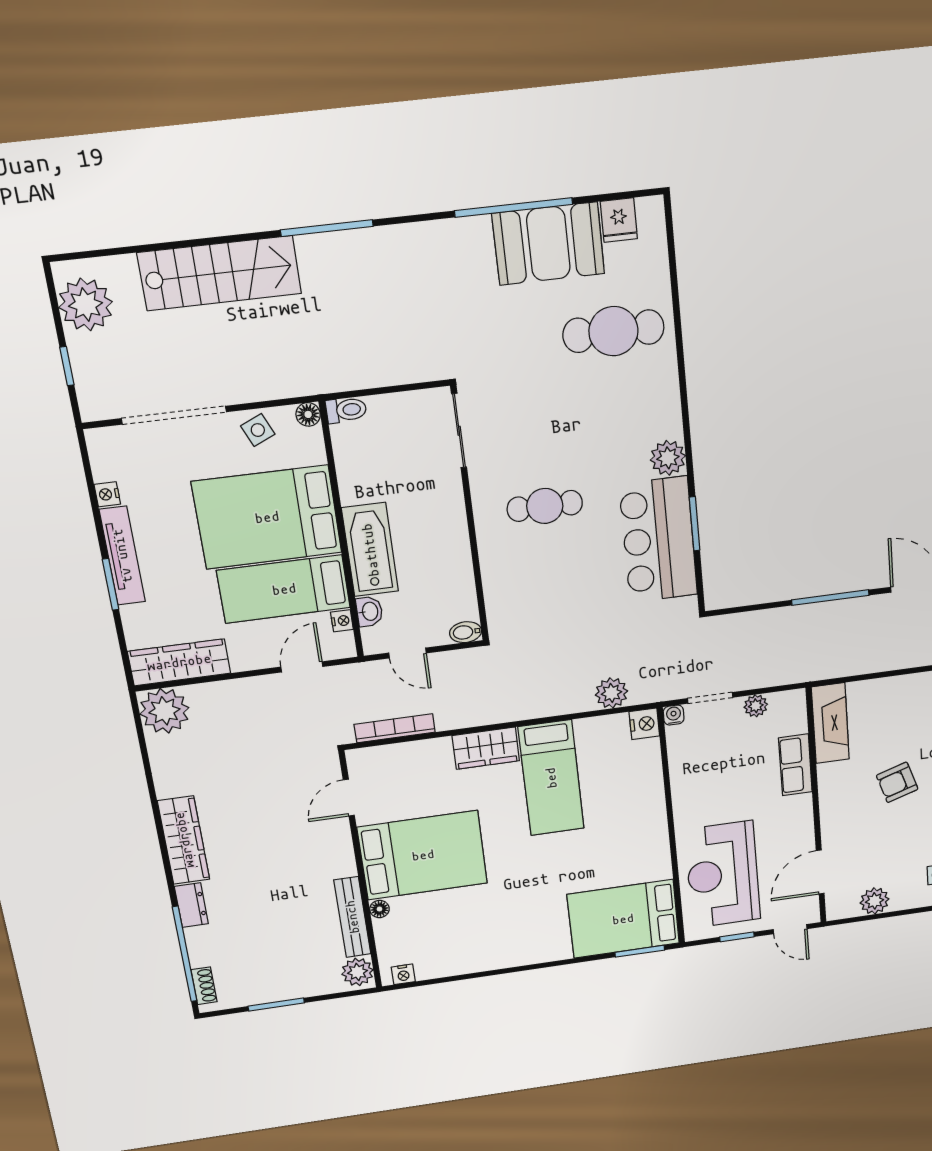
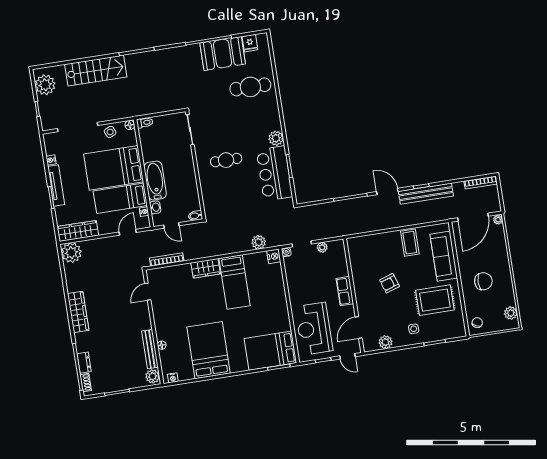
fireplace: (830, 723) -> (356, 255), removed
row of seats: (795, 765) -> (345, 291), moved
bed: (423, 855) -> (209, 350), moved, turned -90
dresser: (191, 905) -> (84, 363), moved

